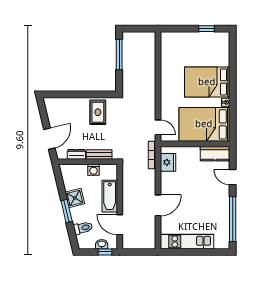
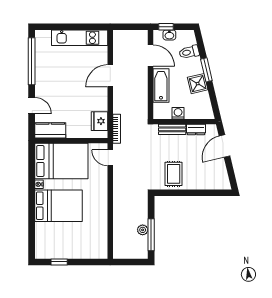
plant: (127, 59) -> (143, 230), added

